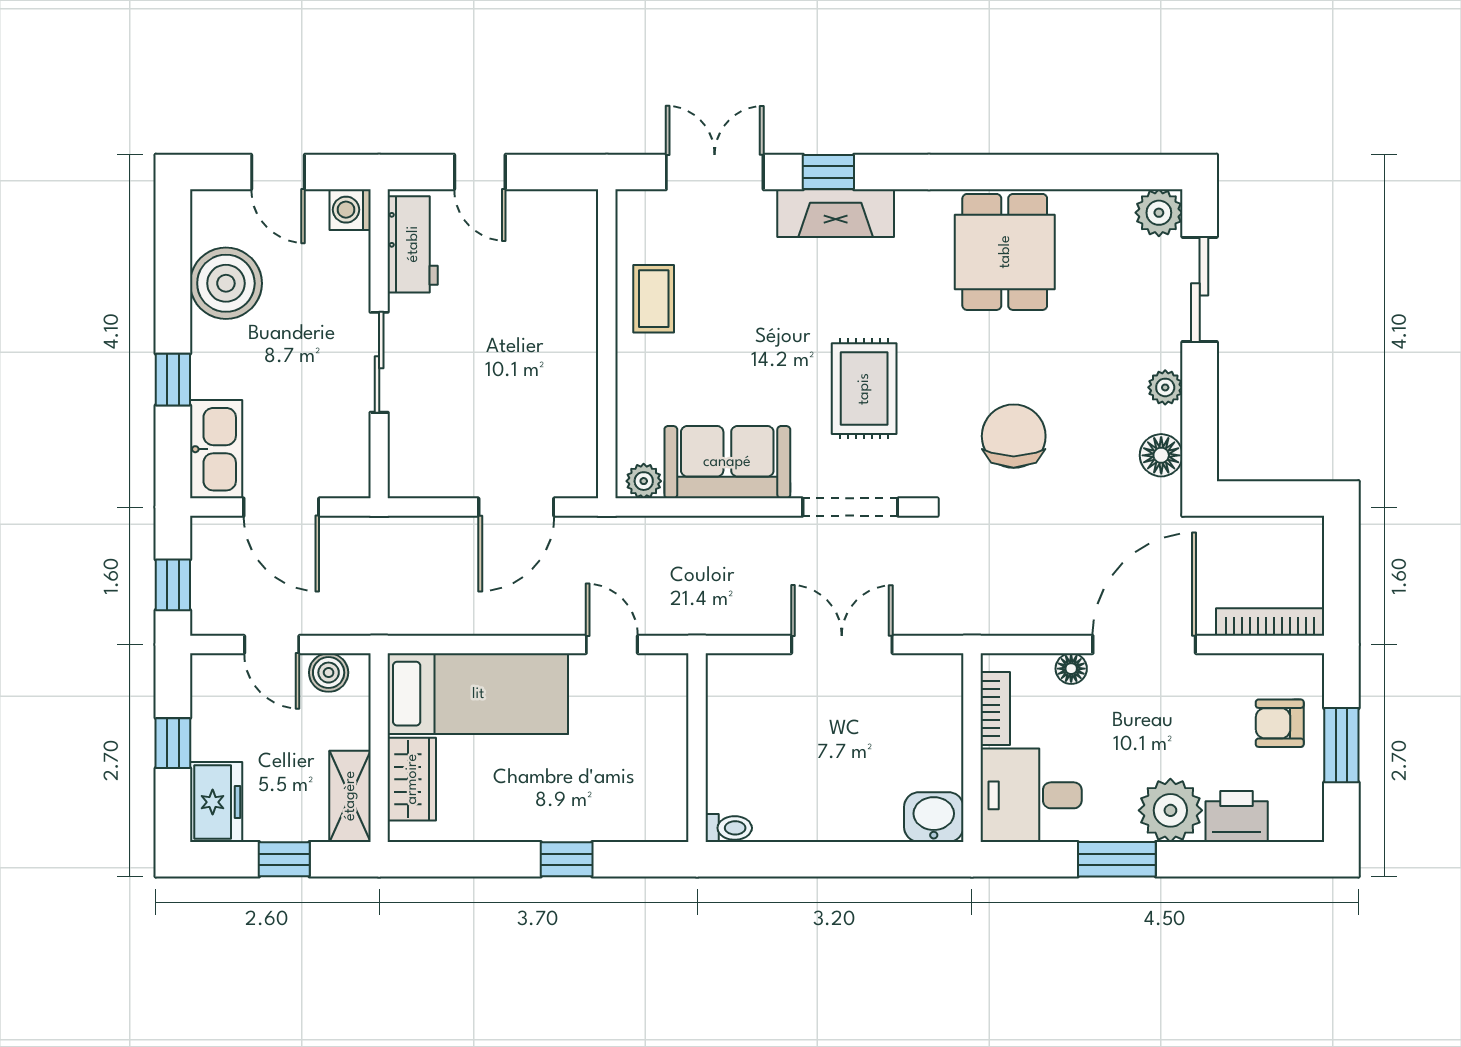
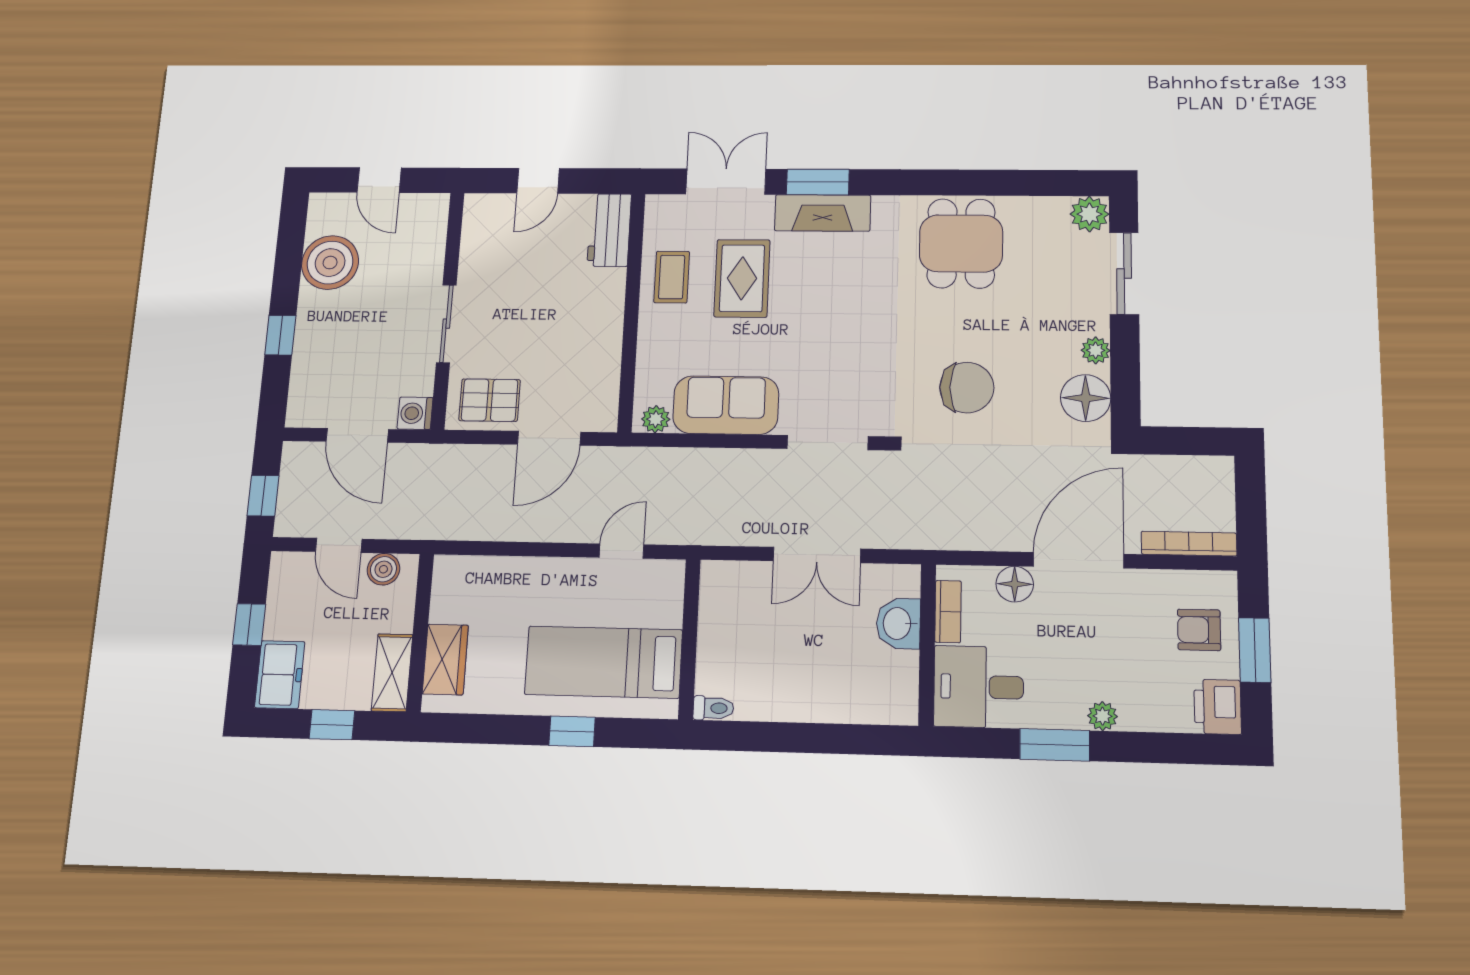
door: (480, 172) -> (538, 181), hinge flipped
window: (828, 172) -> (818, 182), width x1.50
washing machine: (350, 210) -> (415, 413), moved
workbench: (413, 244) -> (609, 230), moved, turned 180
rug: (864, 389) -> (742, 278), moved
chair: (1014, 436) -> (967, 388), turned 90
kitchen sink: (216, 449) -> (309, 389), removed
floor lamp: (1161, 455) -> (1086, 398), width x1.38, depth x1.38
pallet: (440, 460) -> (490, 400), added
door: (612, 645) -> (622, 551), hinge flipped
double door: (842, 645) -> (817, 555), swing flipped
floor lamp: (1071, 669) -> (1015, 584), width x1.37, depth x1.37
bed: (478, 694) -> (604, 662), moved, turned 180
plant: (1170, 810) -> (1103, 716), width x0.53, depth x0.53
printer: (1237, 816) -> (1218, 707), moved, turned -90
washbasin: (934, 817) -> (898, 624), moved, turned -90

